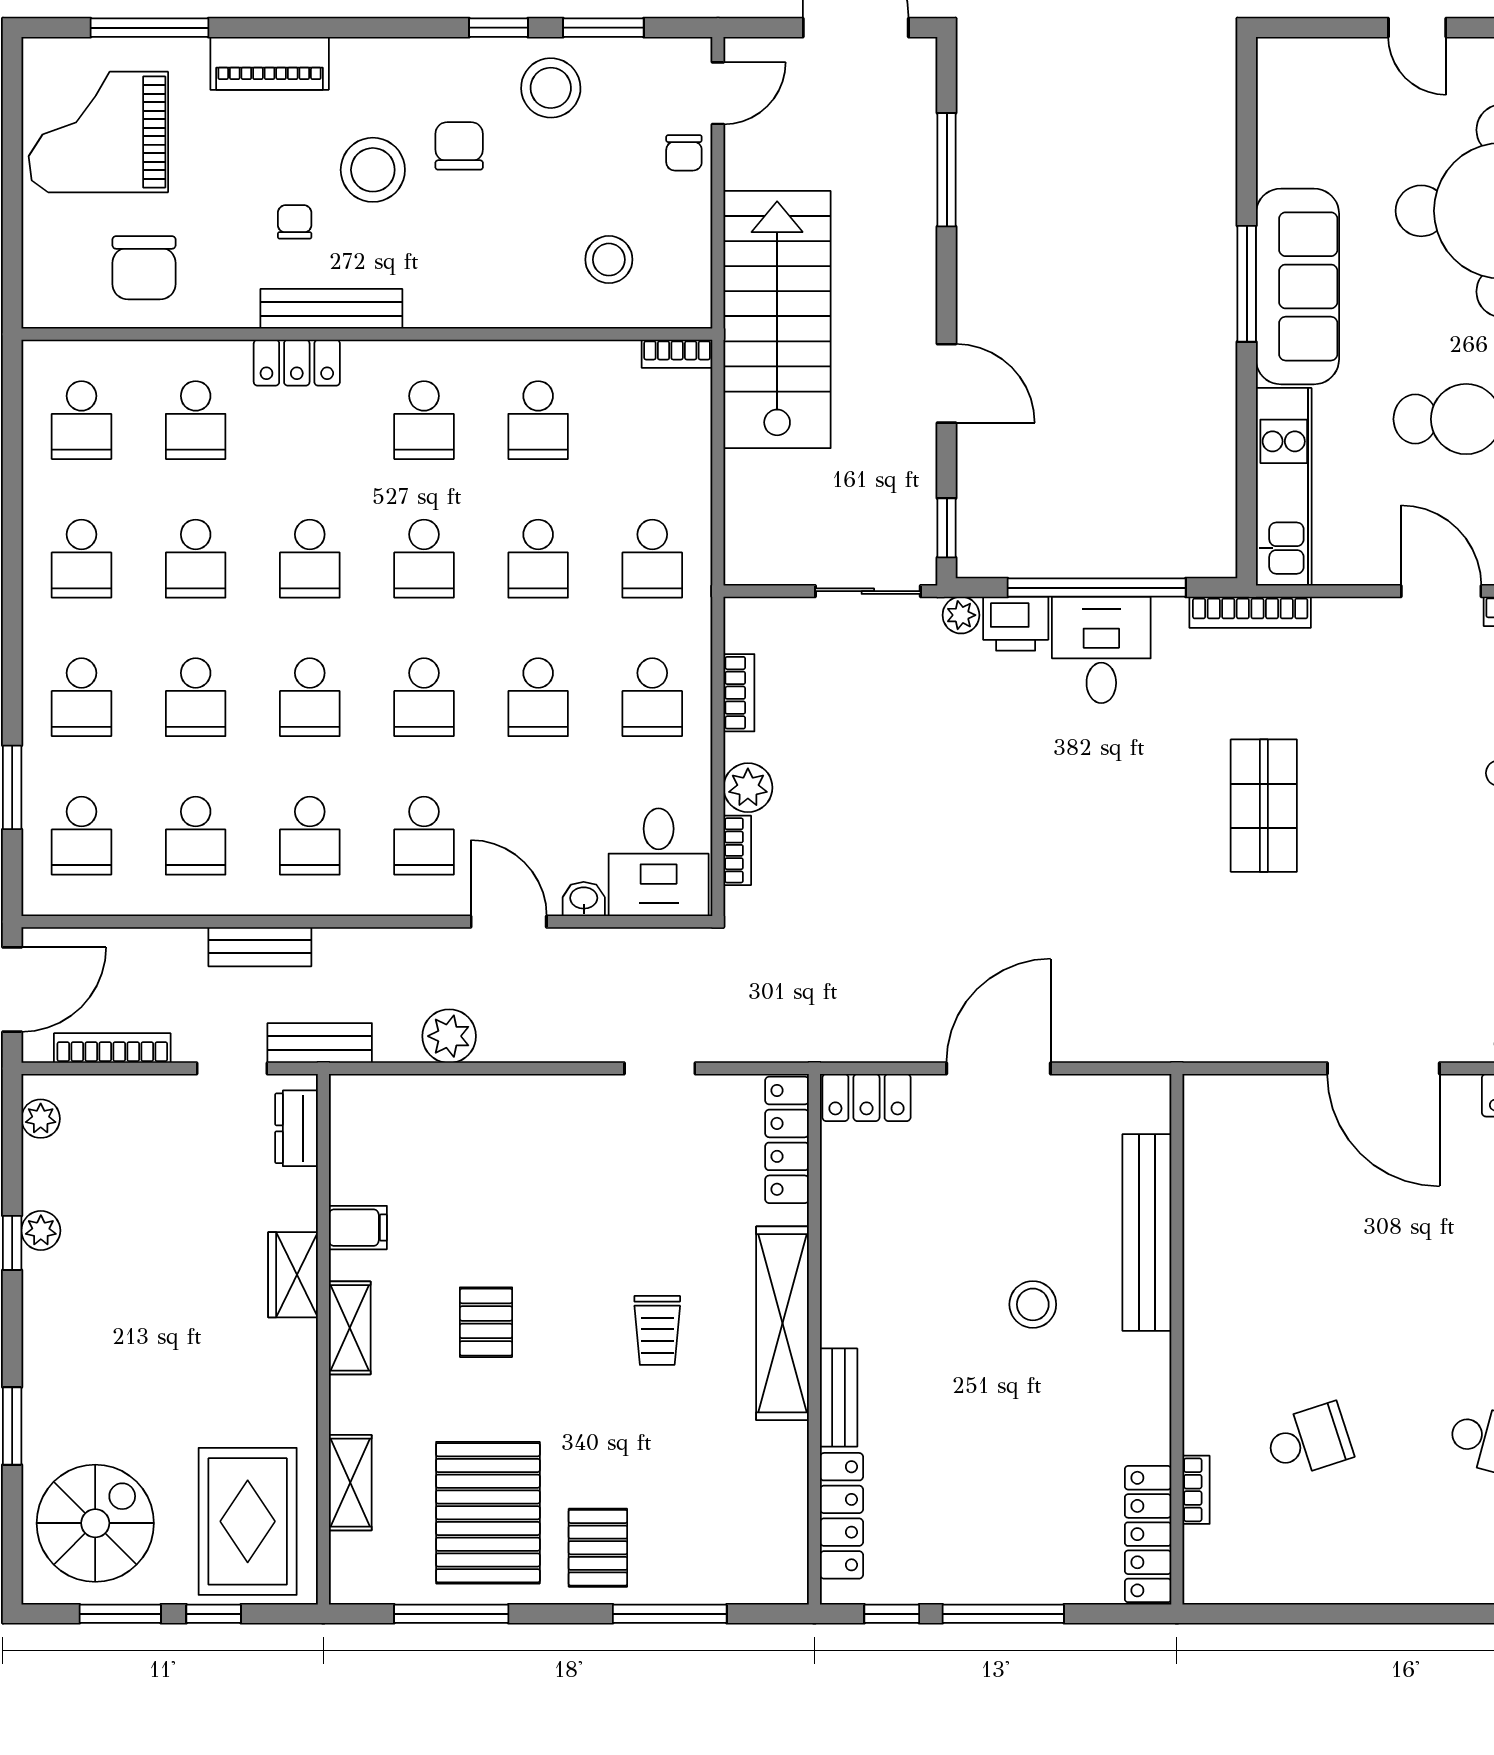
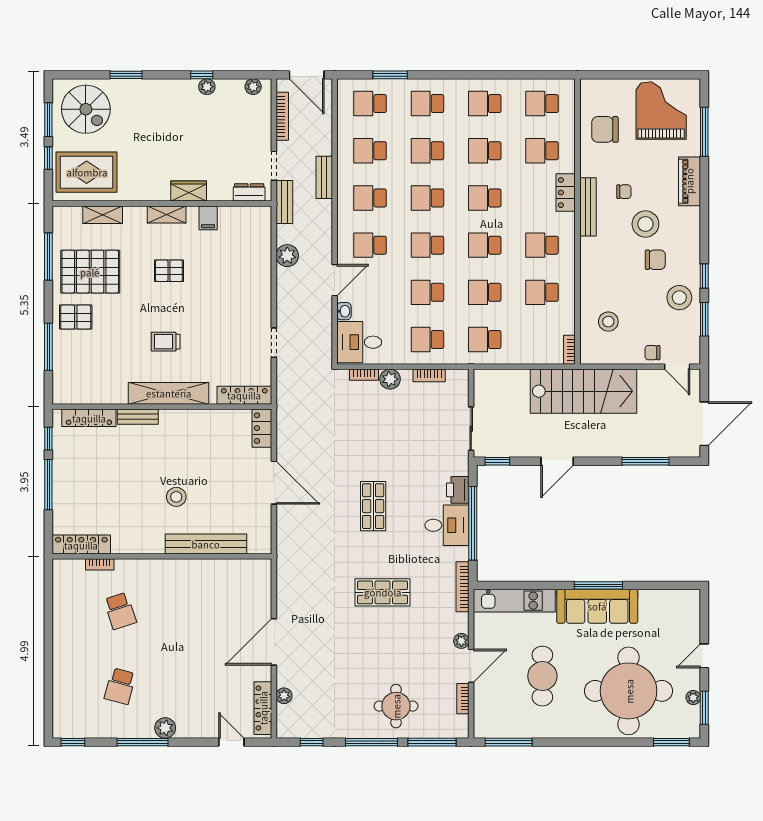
plant: (961, 615) -> (461, 641), moved
shop shelf: (1055, 828) -> (373, 506), added

